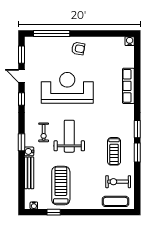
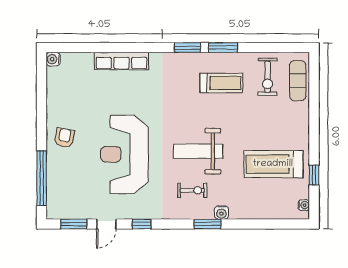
bench: (29, 173) -> (254, 213), removed

